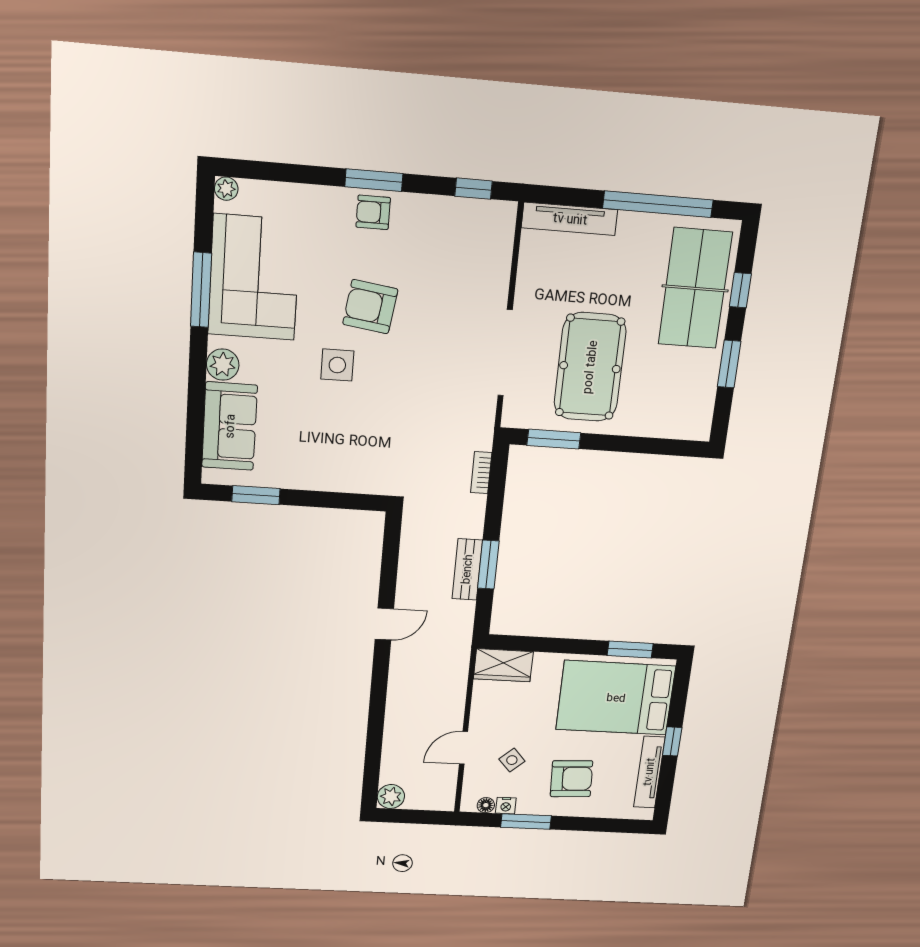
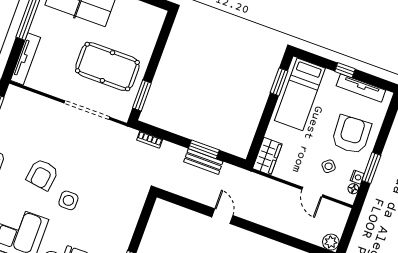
bed: (616, 698) -> (300, 94), width x0.67
armchair: (571, 779) -> (351, 135), width x1.36, depth x1.36

